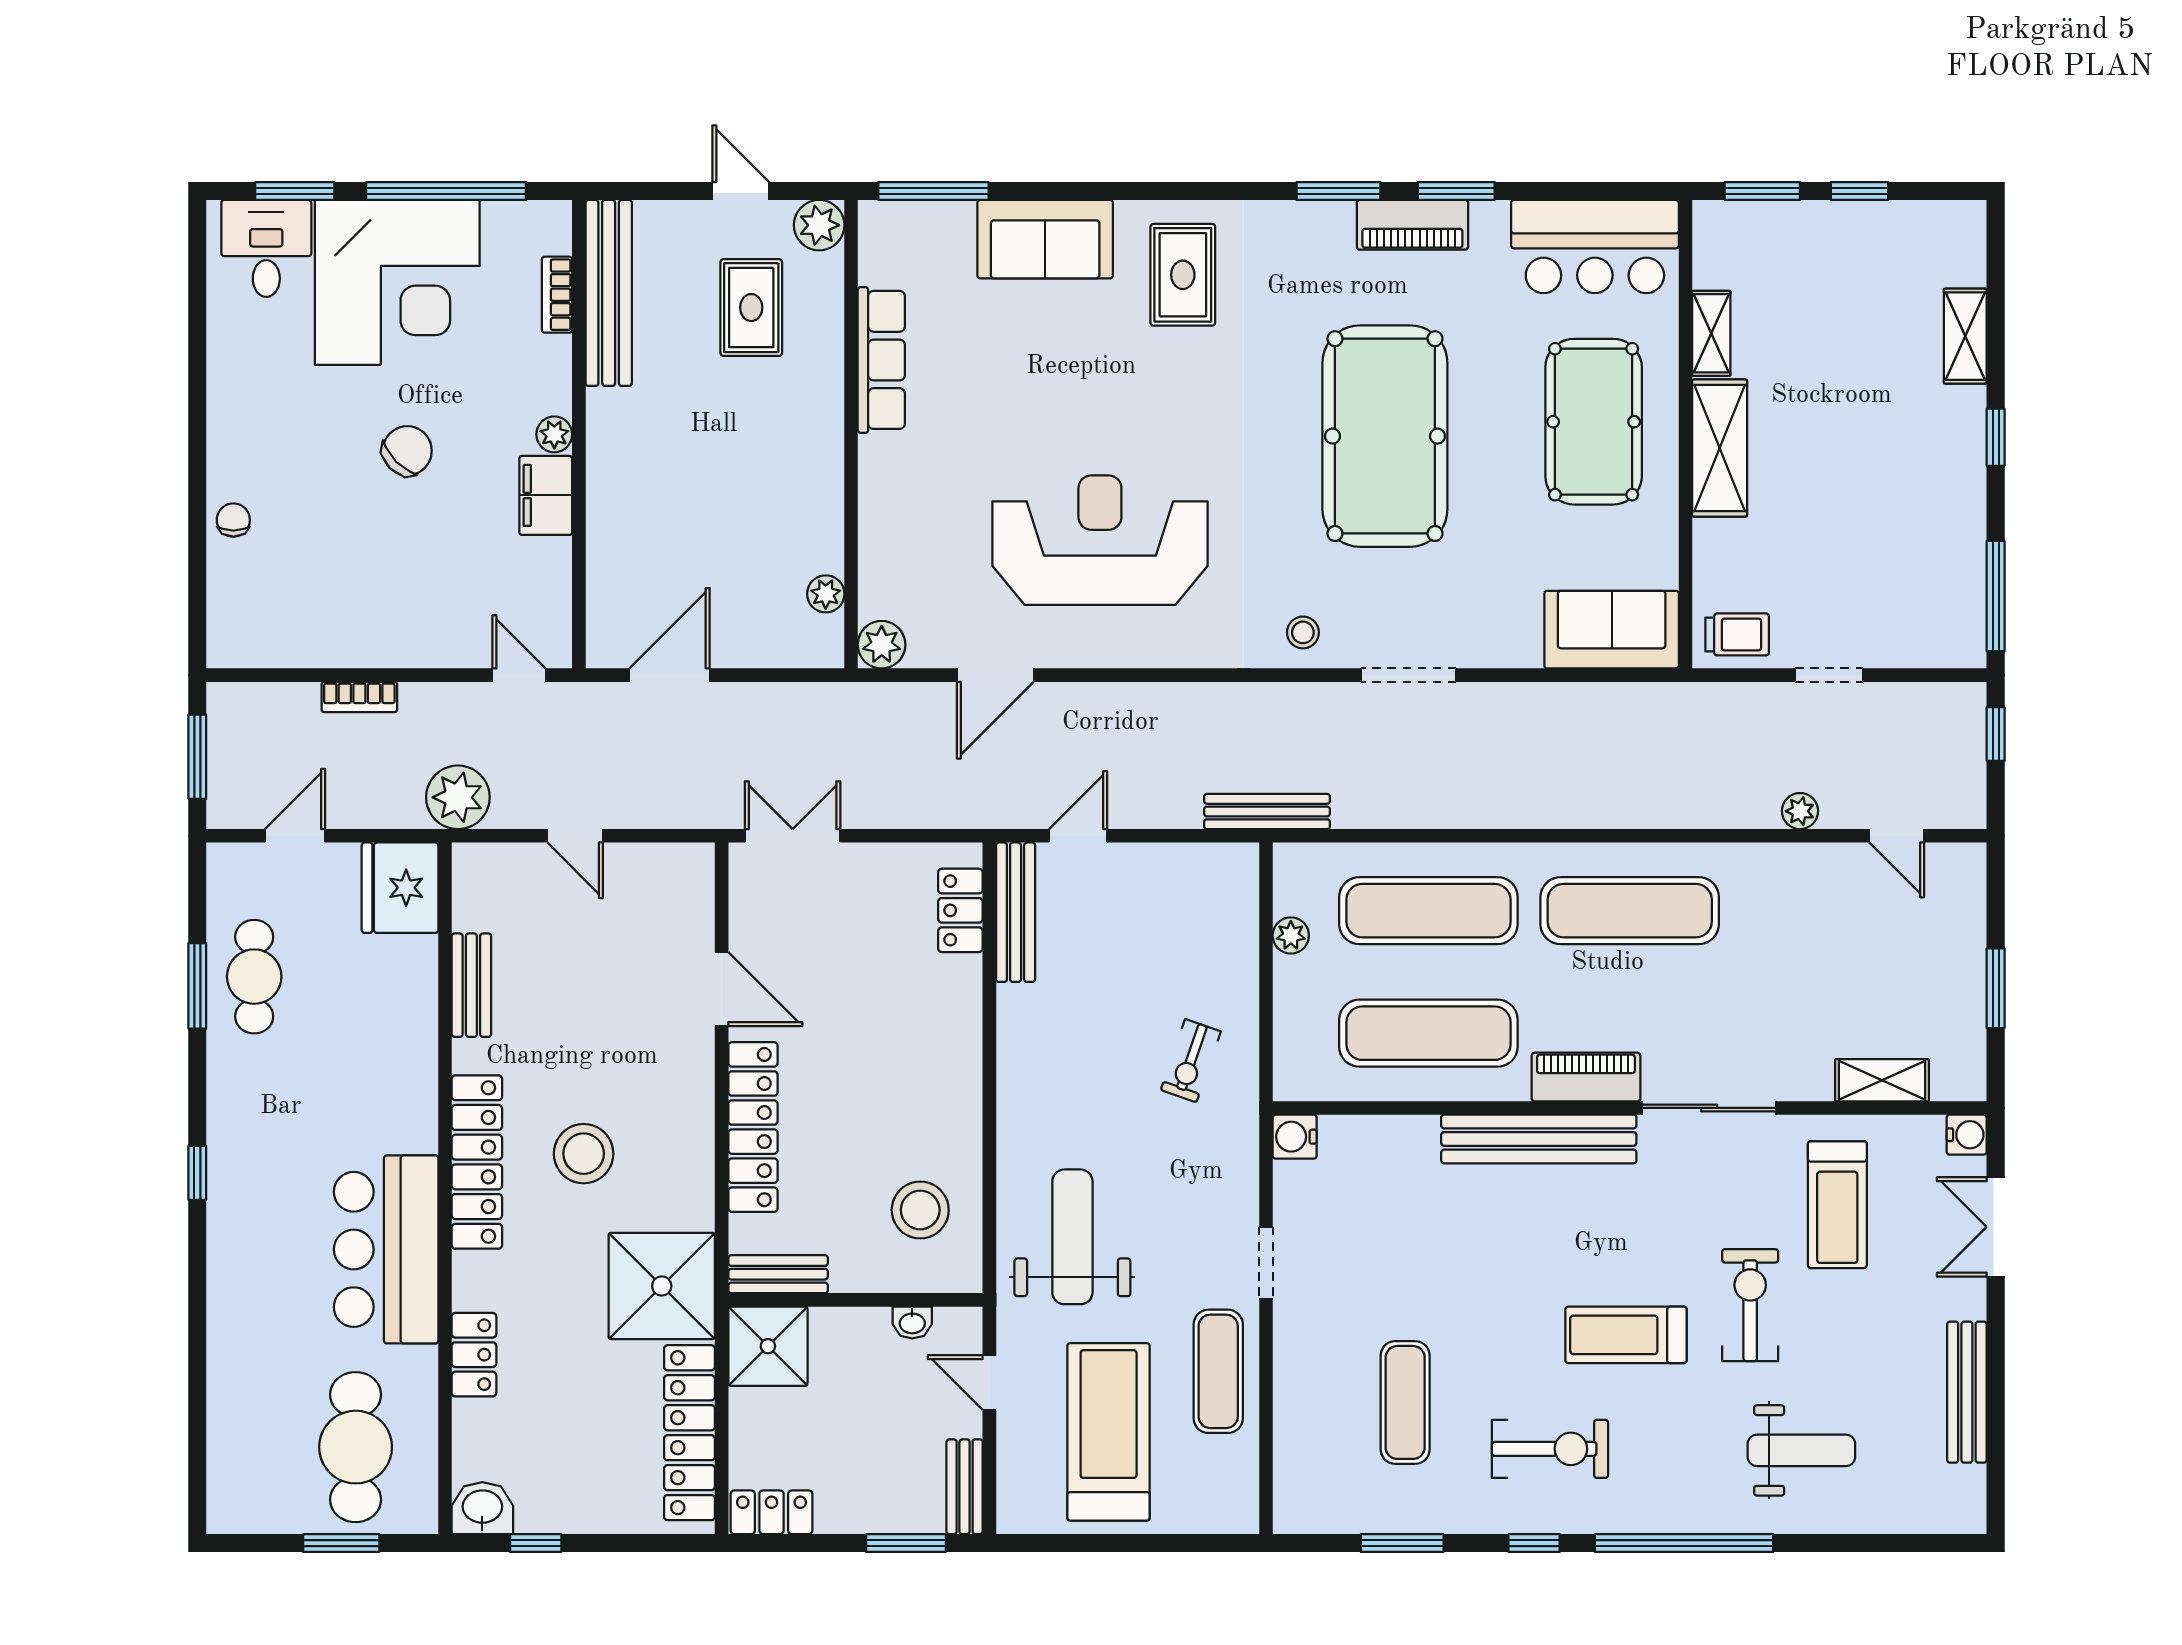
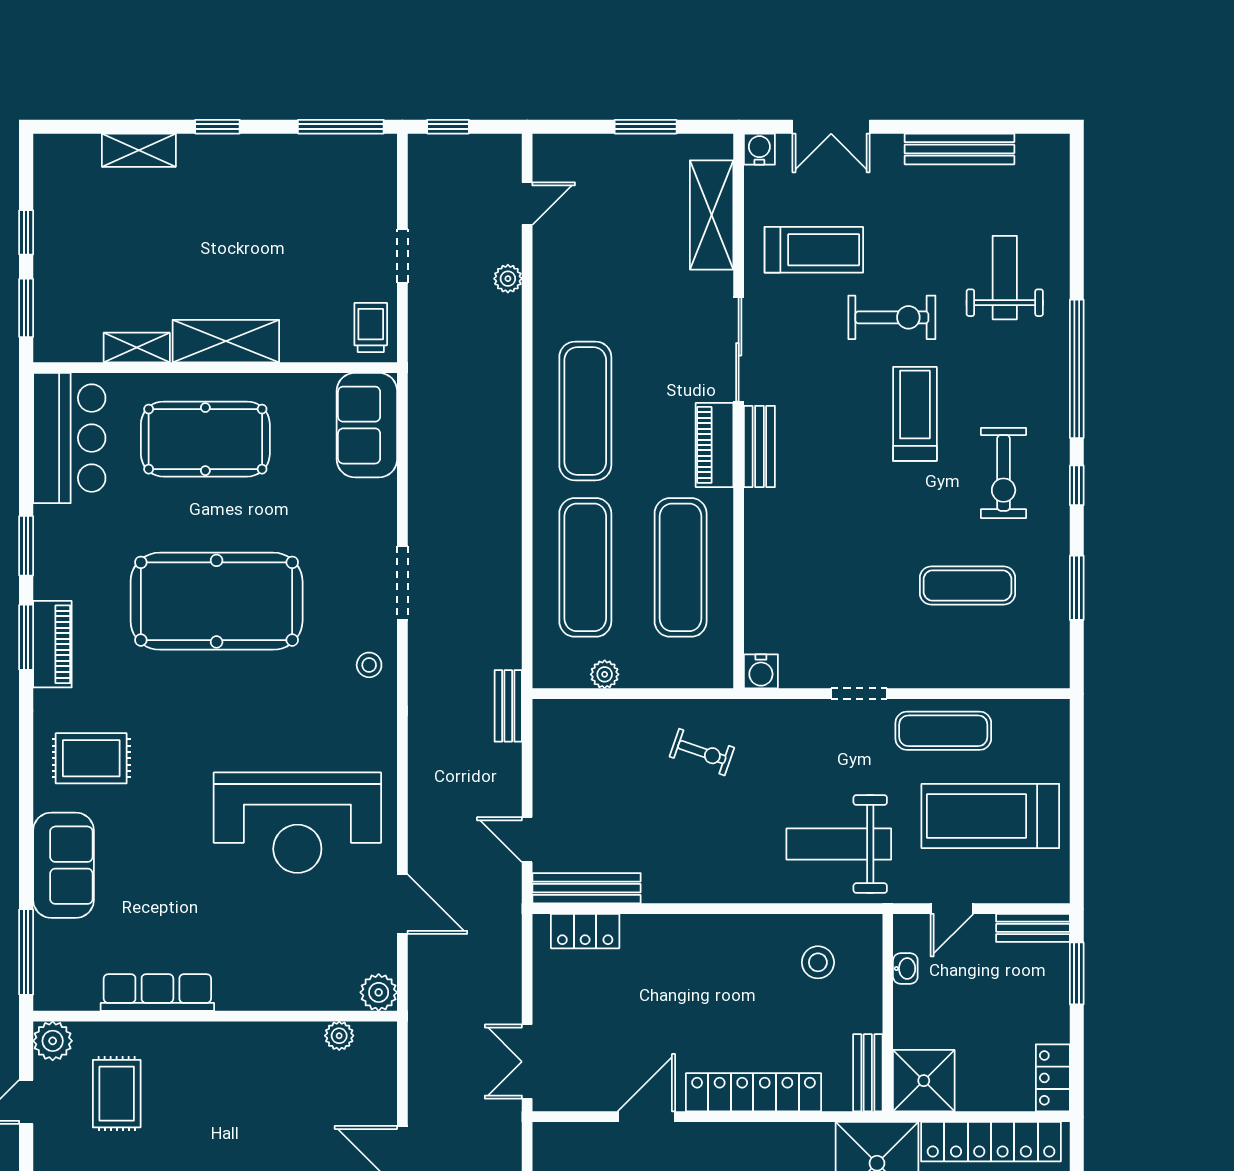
piano: (1412, 225) -> (52, 644), moved
rug: (751, 308) -> (117, 1094), turned 90
reception desk: (1100, 540) -> (297, 823), turned -90
bench: (1267, 812) -> (508, 706), width x0.73
shelving: (1882, 1080) -> (712, 215), width x1.50, depth x1.33
bench: (1539, 1139) -> (759, 446), width x0.54, depth x0.82
stool: (920, 1210) -> (818, 962), width x0.73, depth x0.73
exercise bike: (1750, 1305) -> (892, 317), turned 180
treadmill: (1626, 1335) -> (915, 414), turned 180
exercise bike: (1550, 1449) -> (1004, 473), turned 180

